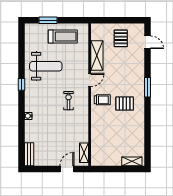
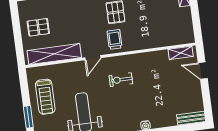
treadmill: (63, 37) -> (45, 97), turned 180
shelving: (97, 56) -> (54, 54), width x1.47
door: (90, 80) -> (93, 58), swing flipped

